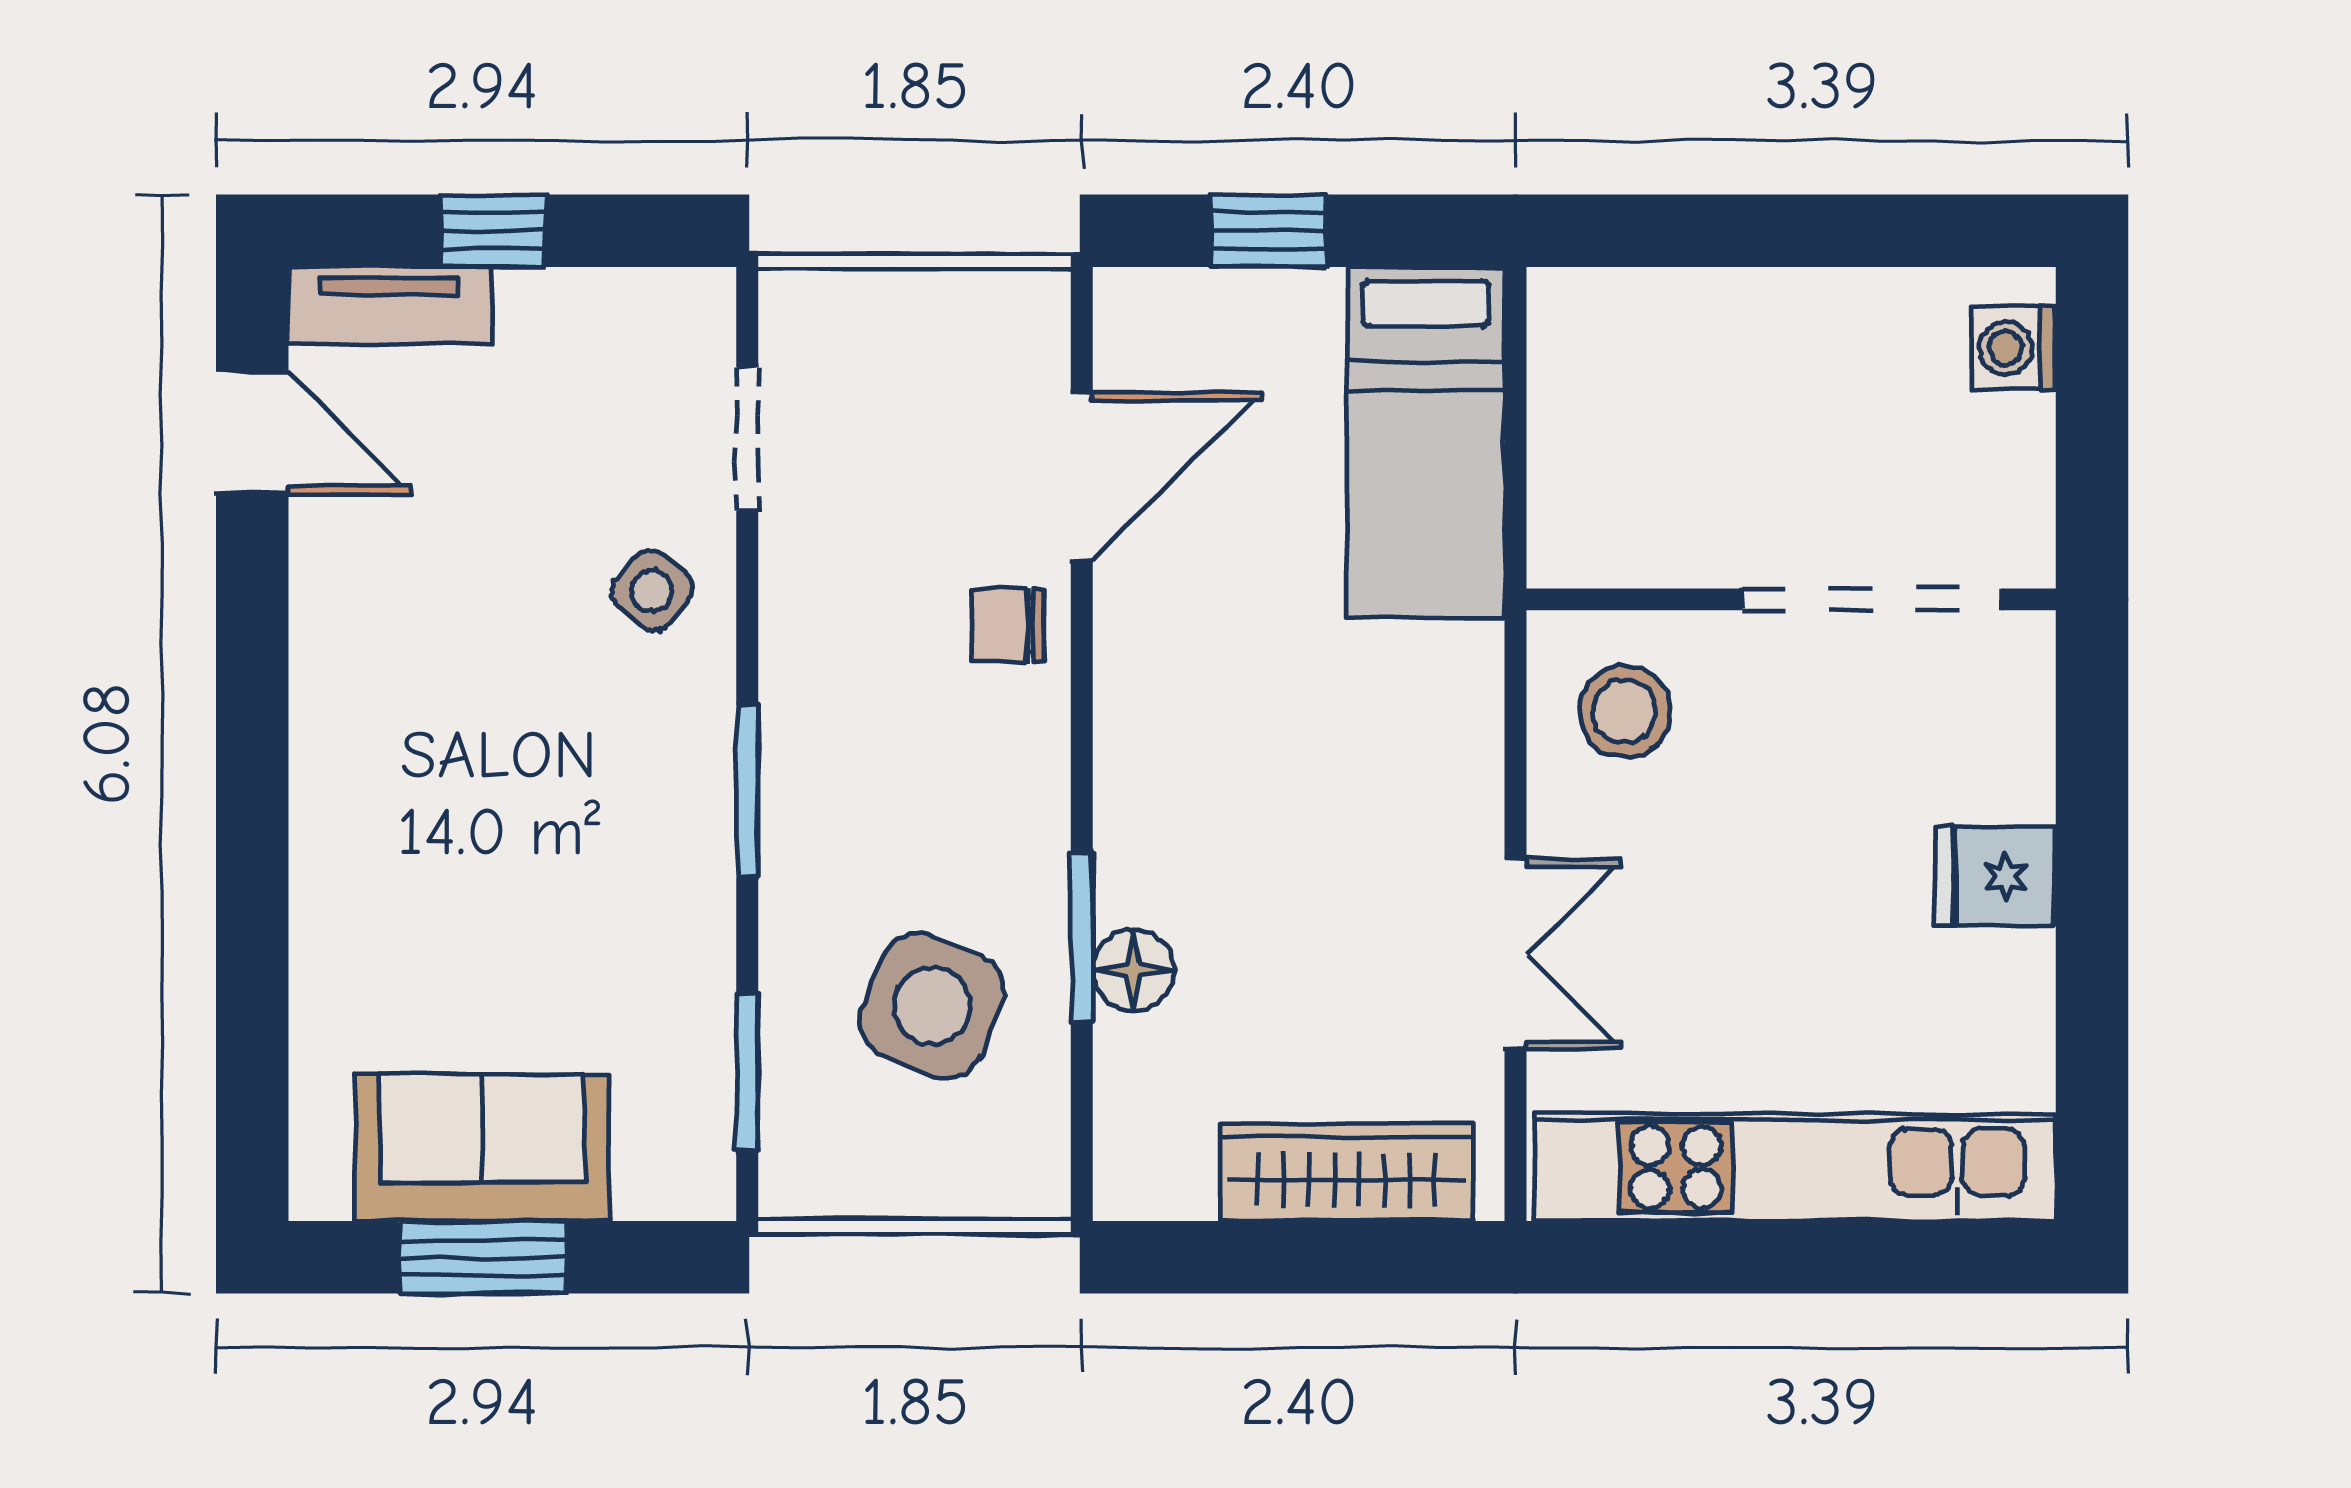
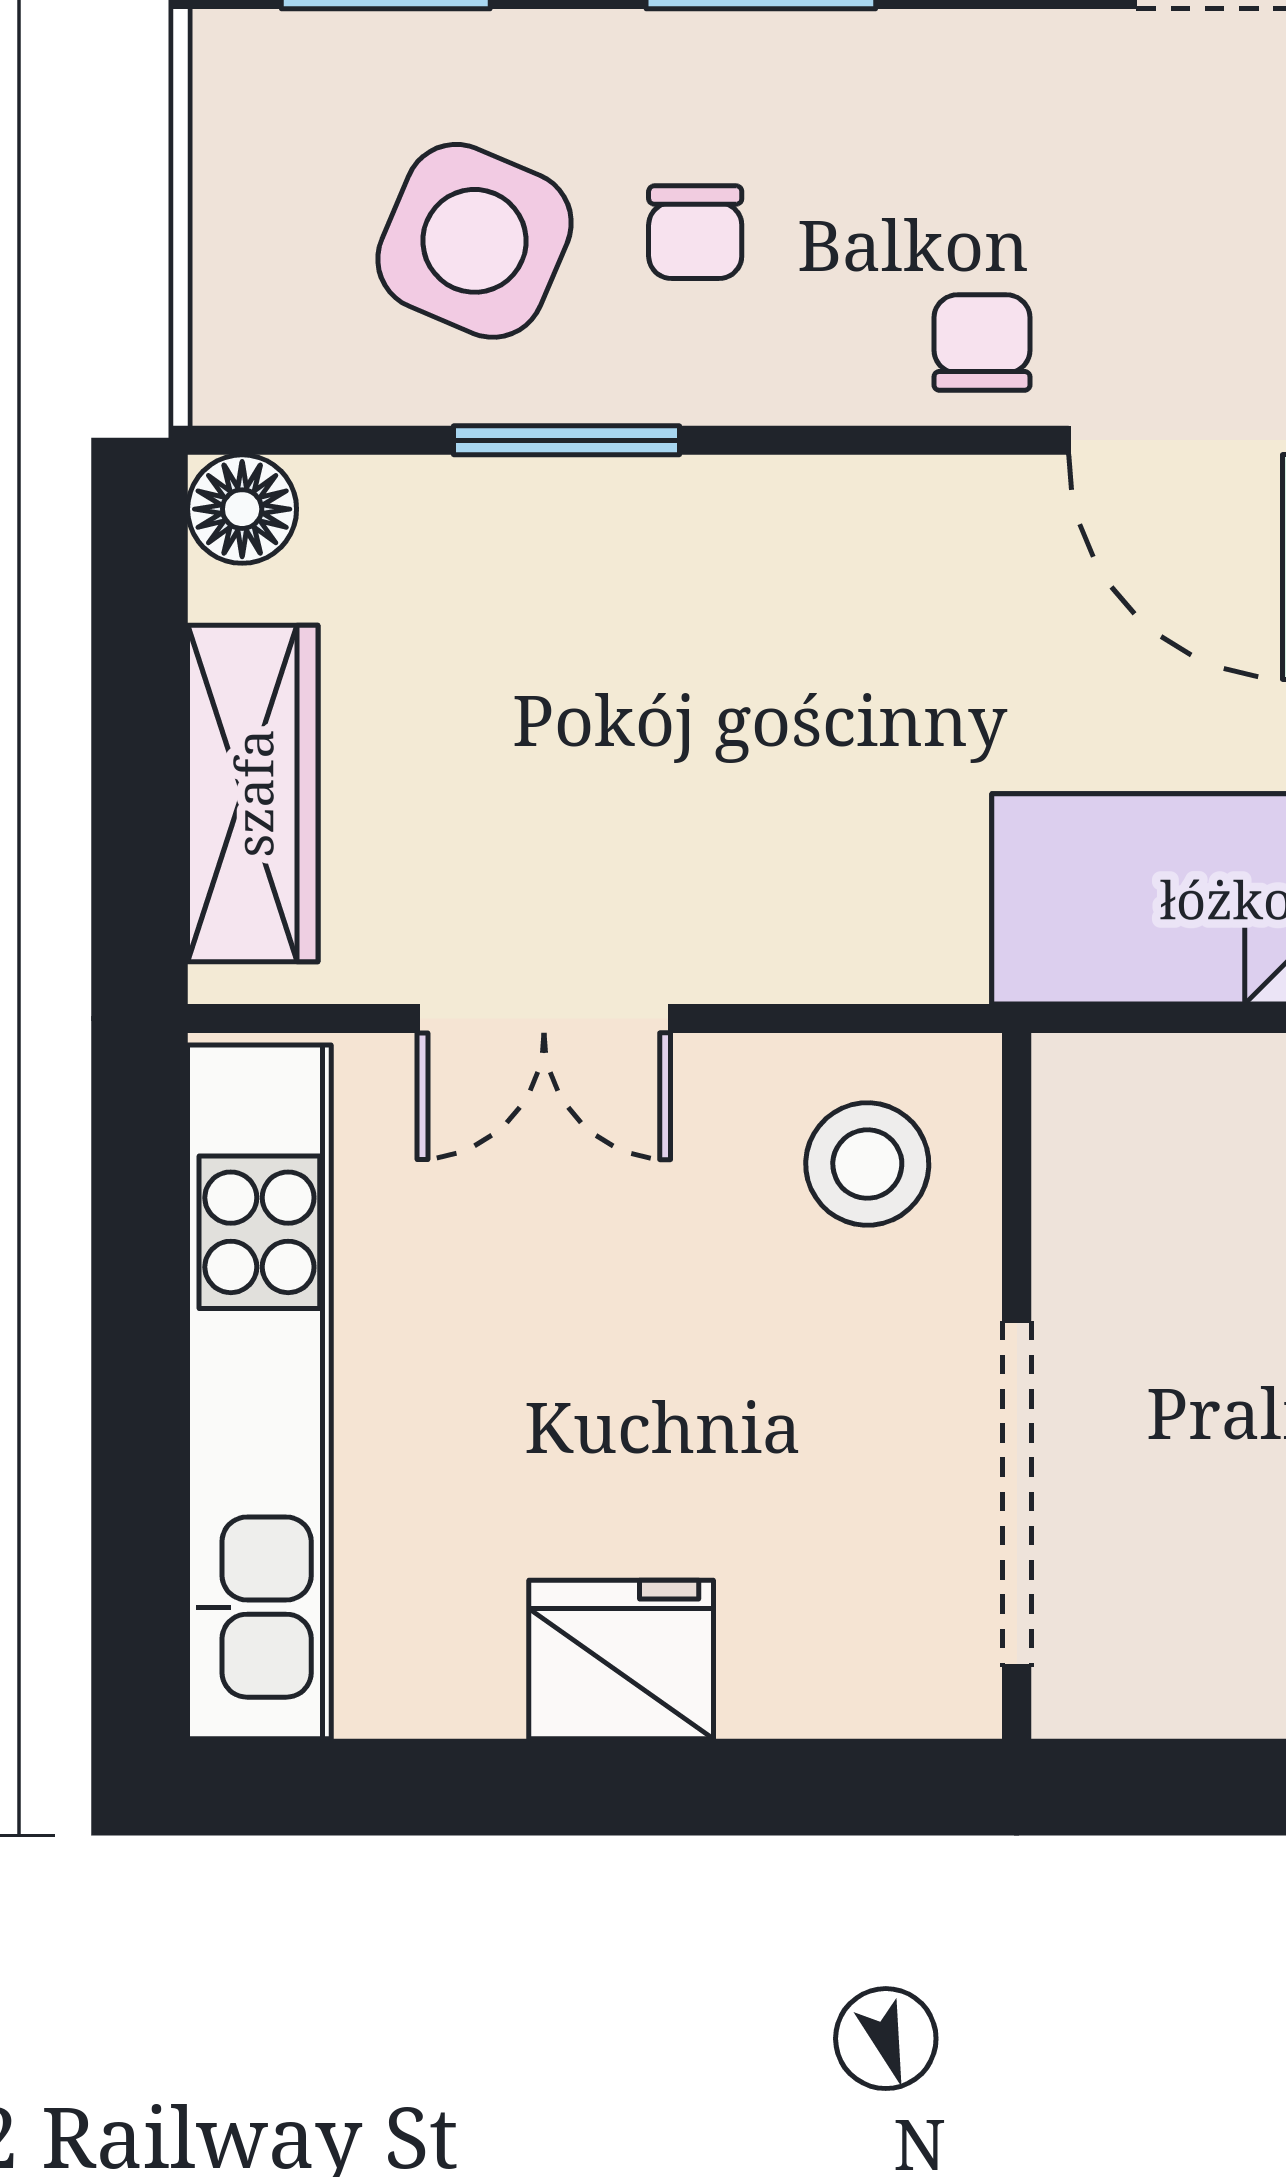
chair: (926, 840) -> (695, 232), added
fridge: (1996, 877) -> (621, 1660), width x1.38
floor lamp: (1133, 970) -> (242, 509), moved

